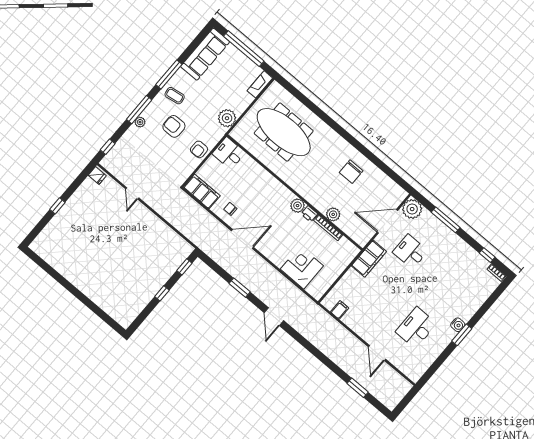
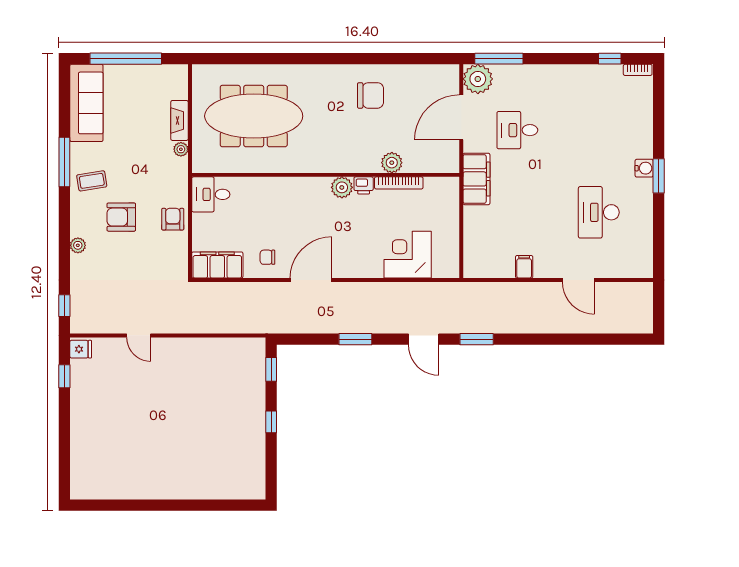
fireplace: (260, 84) -> (179, 120), moved
window: (139, 110) -> (64, 232), removed
plant: (227, 118) -> (181, 149), width x0.53, depth x0.53
armchair: (199, 149) -> (173, 219), turned 180
chair: (351, 172) -> (371, 95), turned -90
window: (57, 206) -> (64, 376), moved
window: (446, 220) -> (499, 59), moved
filing cabinet: (340, 310) -> (524, 267), moved
window: (358, 388) -> (477, 339), moved

